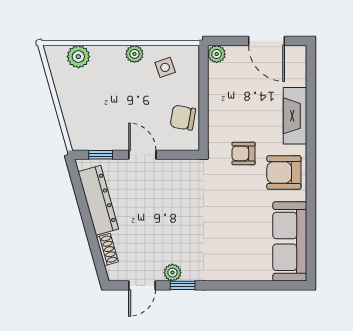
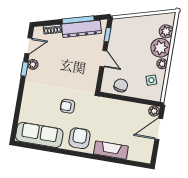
door: (266, 41) -> (159, 129), moved
plant: (108, 61) -> (160, 48), added
armchair: (244, 153) -> (68, 106), moved, turned -90
door: (142, 155) -> (103, 59), hinge flipped
window: (84, 209) -> (78, 20), added
door: (142, 285) -> (28, 46), swing flipped

